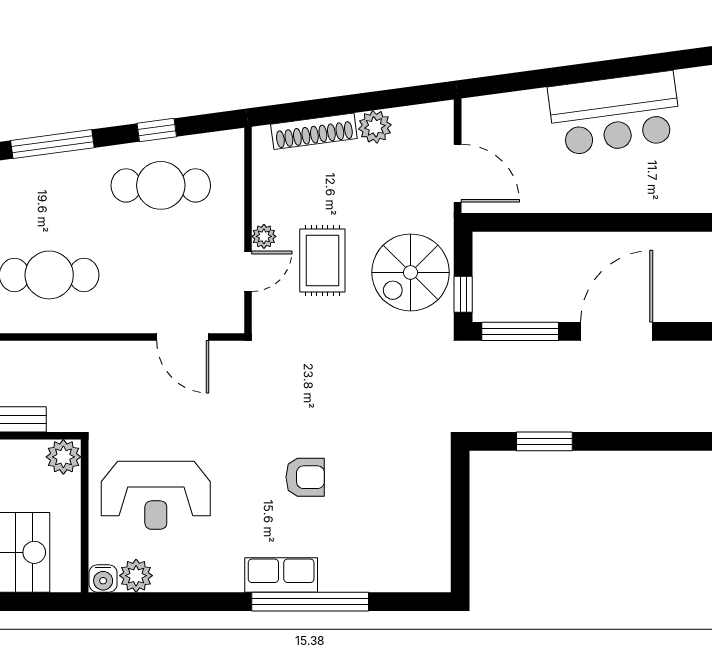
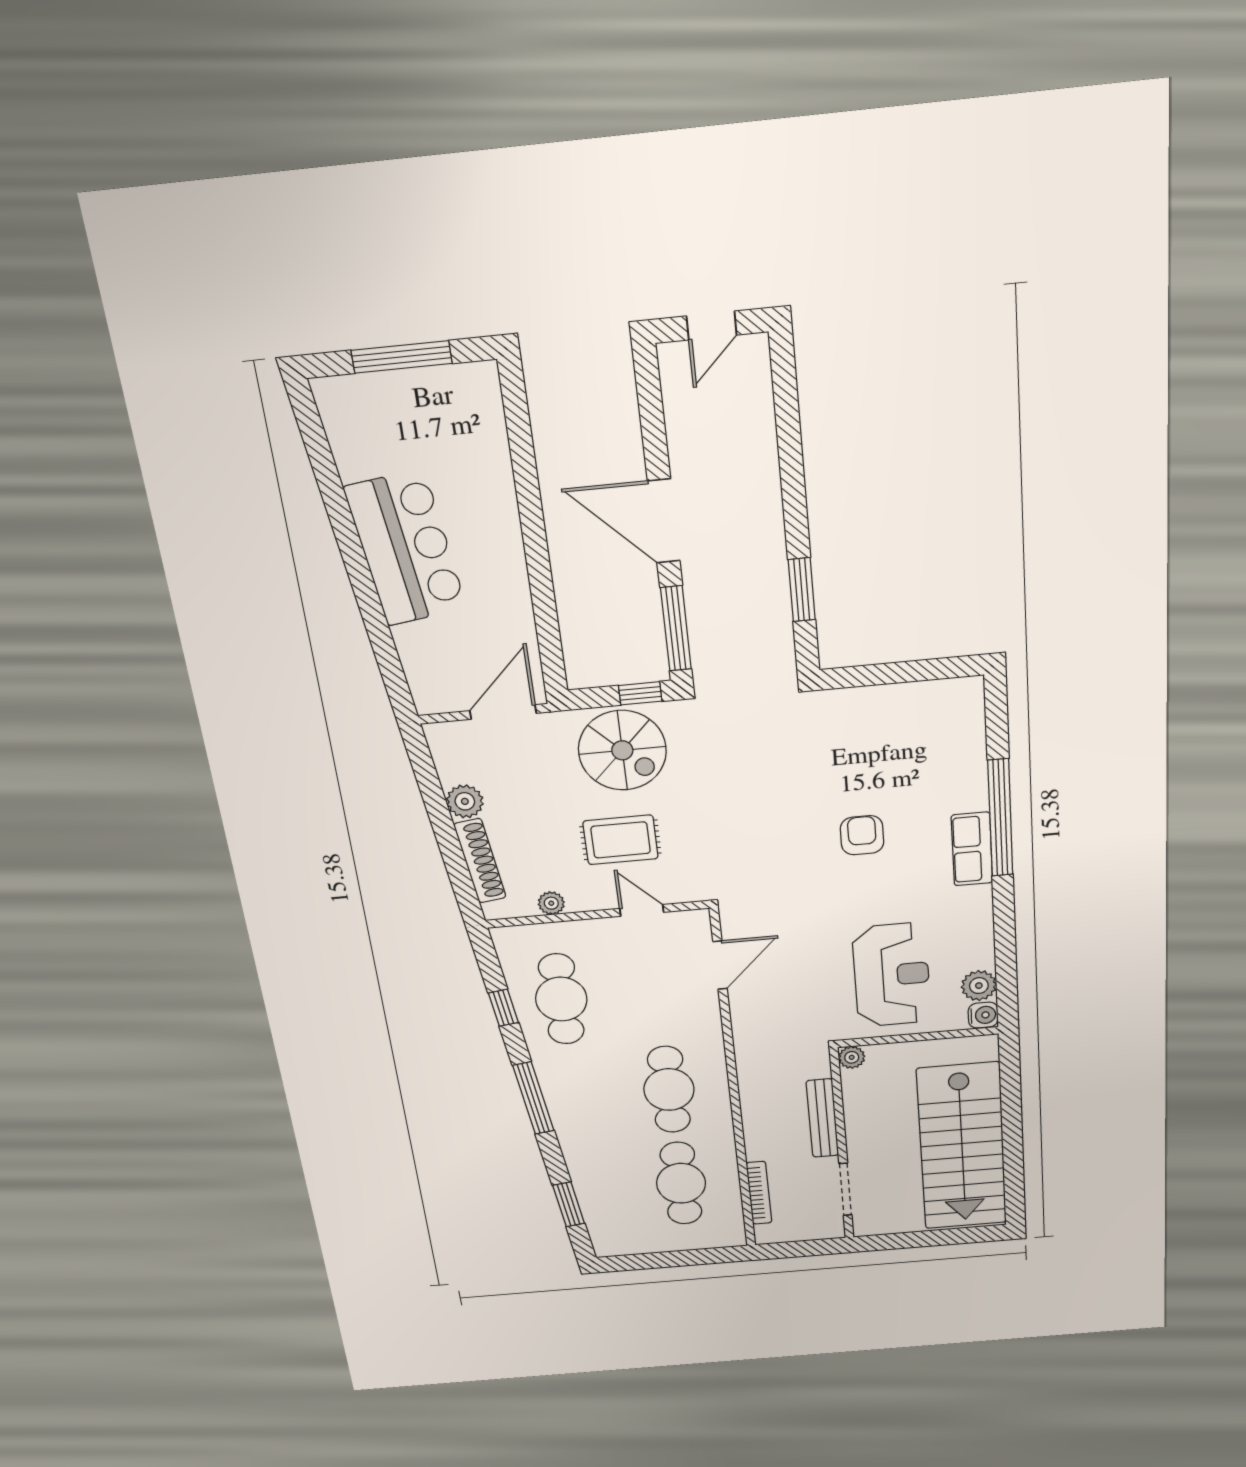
plant: (264, 236) -> (551, 903), moved
plant: (63, 457) -> (852, 1057), width x0.73, depth x0.73

